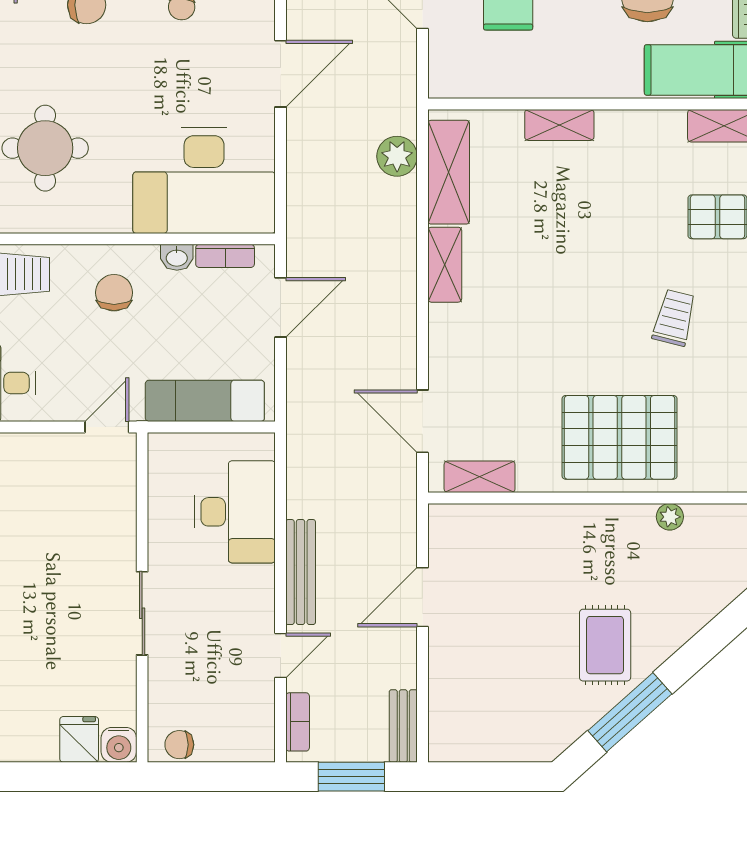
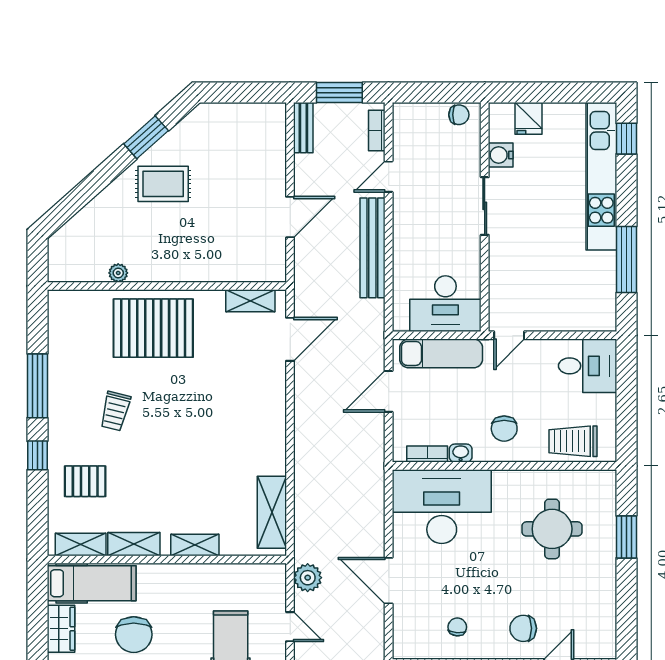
door: (281, 74) -> (389, 581), hinge flipped
plant: (397, 156) -> (308, 578), moved
shelving: (445, 265) -> (134, 544), moved, turned 90
door: (281, 307) -> (389, 391), moved
door: (422, 421) -> (290, 339), hinge flipped
desk: (235, 512) -> (445, 304), moved, turned -90
bench: (301, 572) -> (372, 248), width x1.37, depth x1.21
rug: (605, 645) -> (163, 184), turned 90
window: (630, 712) -> (146, 137), width x0.69
water cooler: (119, 745) -> (501, 155), moved, turned -90

